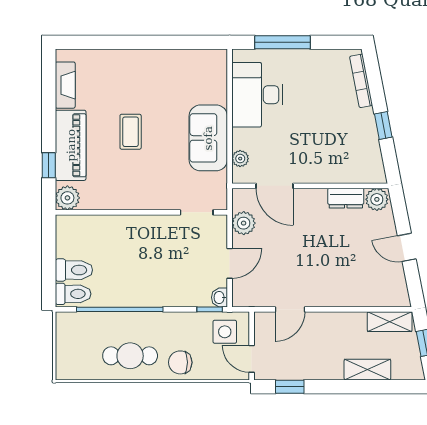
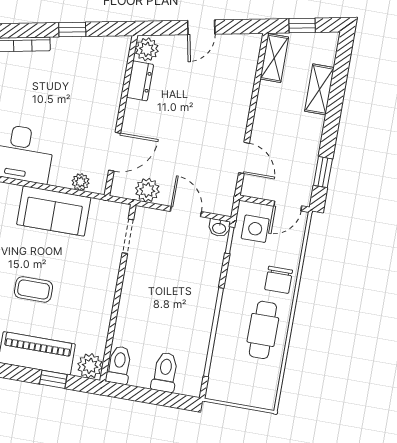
toilet: (73, 294) -> (119, 365), moved

